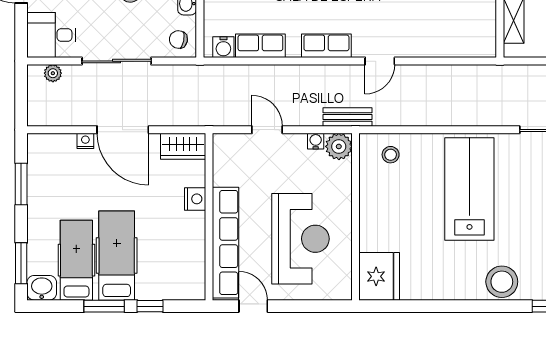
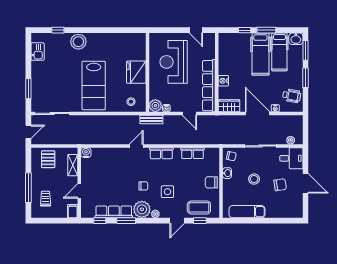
water cooler: (223, 47) -> (86, 153), moved
wheelchair: (50, 167) -> (292, 96), added
window: (21, 184) -> (306, 78), moved
row of seats: (226, 243) -> (209, 86), moved
fridge: (379, 276) -> (136, 72), moved

